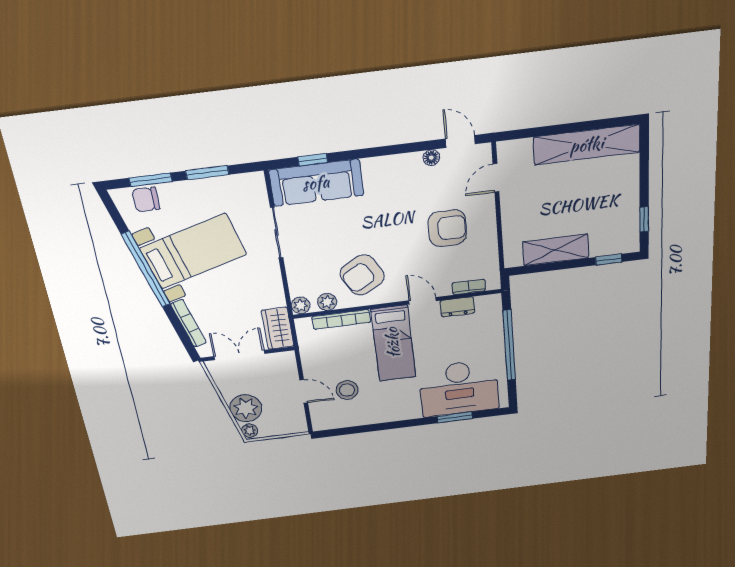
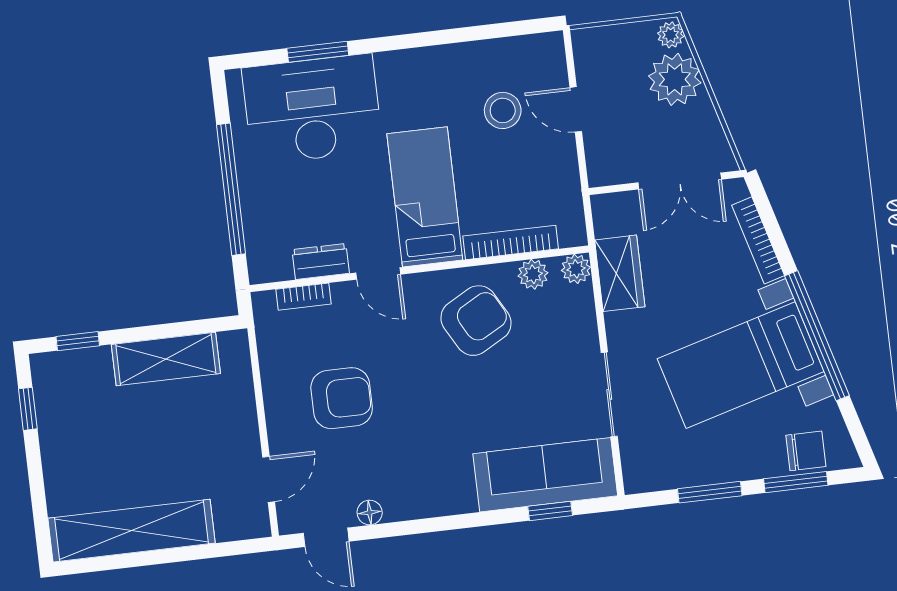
armchair: (447, 228) -> (342, 398), turned 180
wardrobe: (278, 328) -> (620, 273), moved

